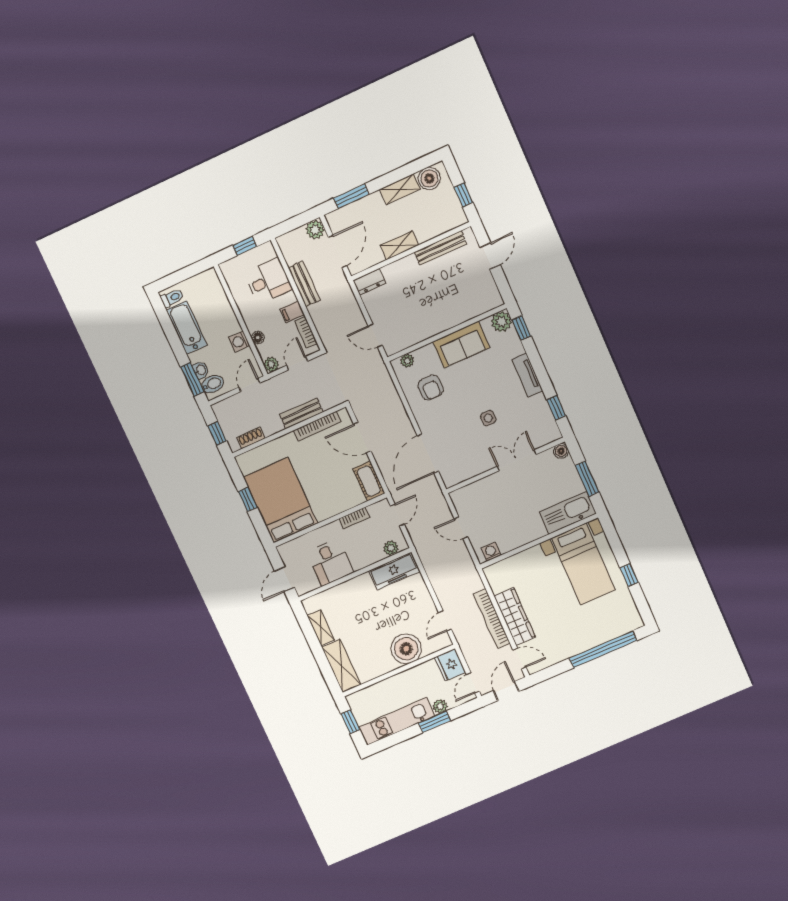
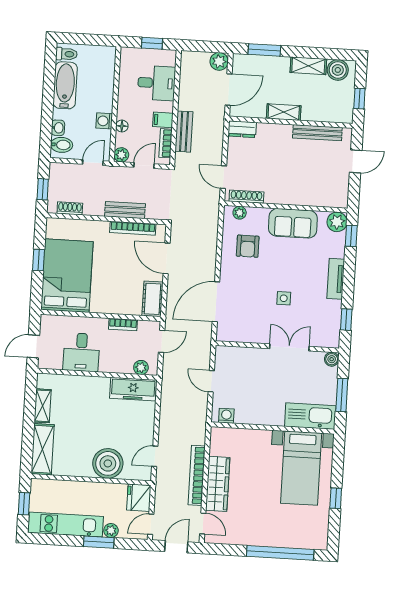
bench: (304, 284) -> (184, 132), moved
shoe rack: (406, 342) -> (246, 197), added
window: (192, 379) -> (46, 132), removed

